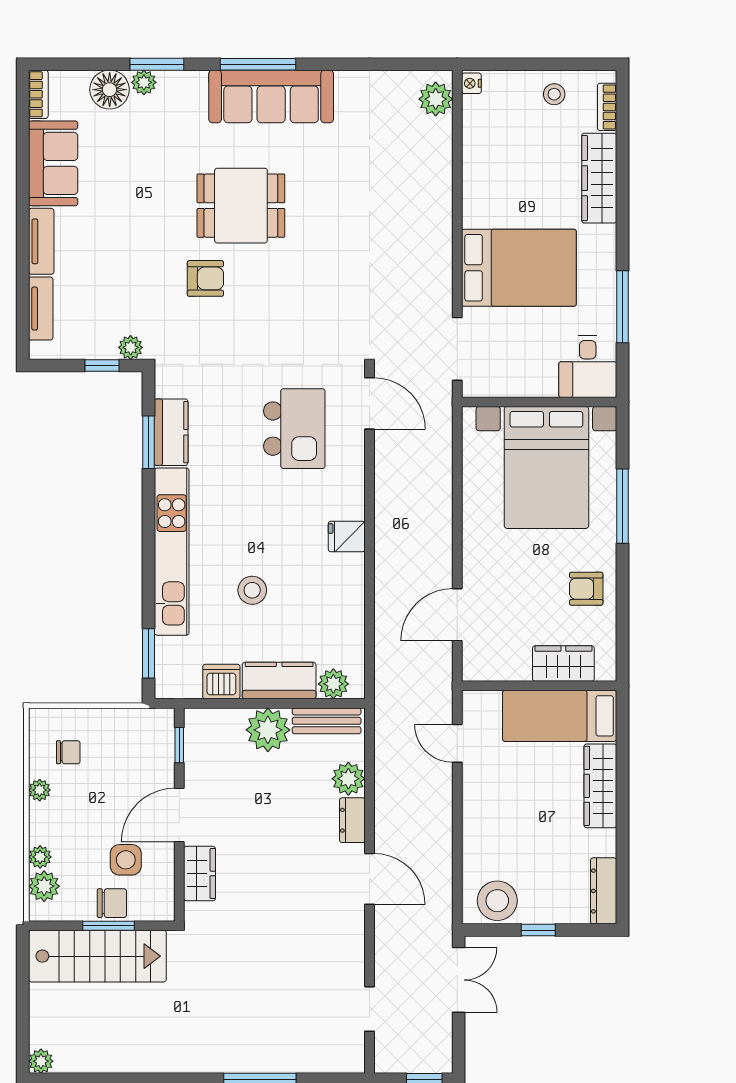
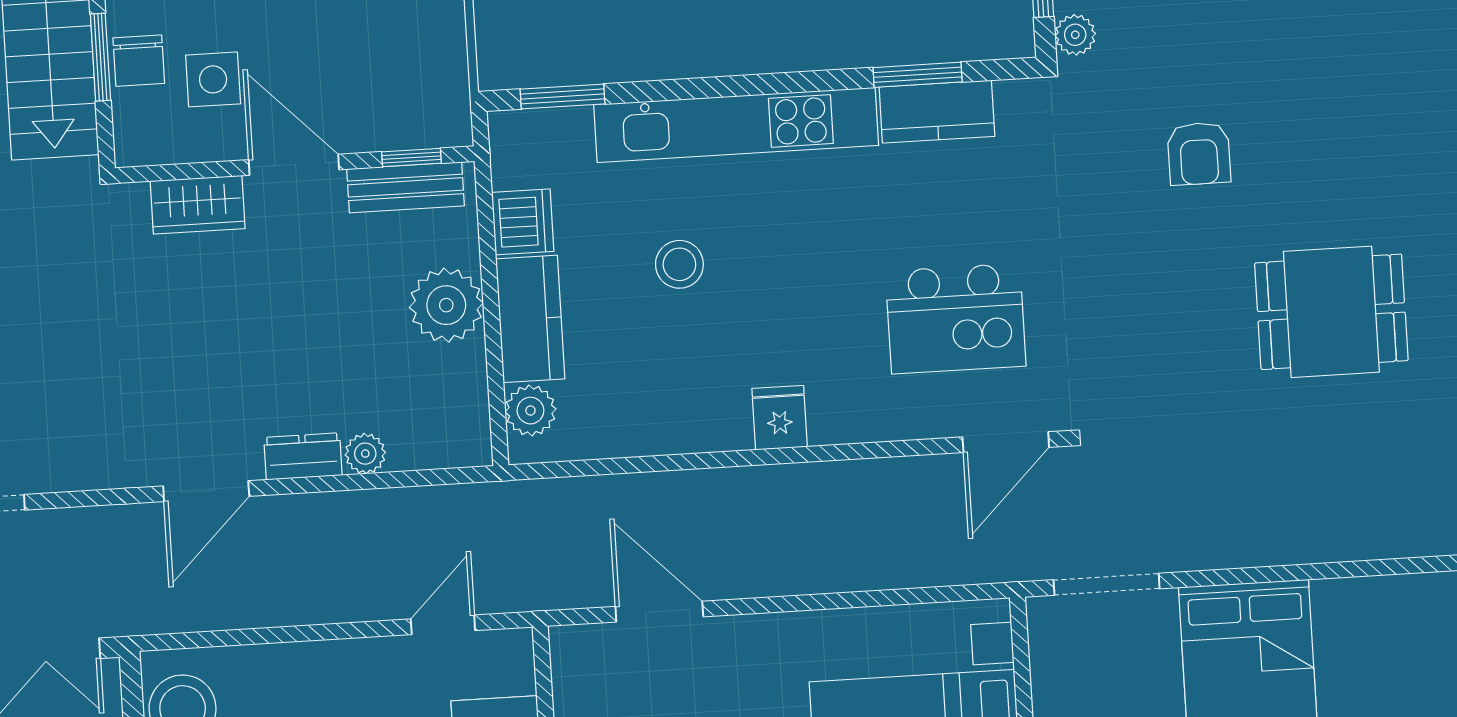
dining table: (241, 206) -> (1331, 312), moved, turned 90
bench: (327, 721) -> (405, 187), moved, turned 90
plant: (348, 779) -> (365, 454), width x0.73, depth x0.73

